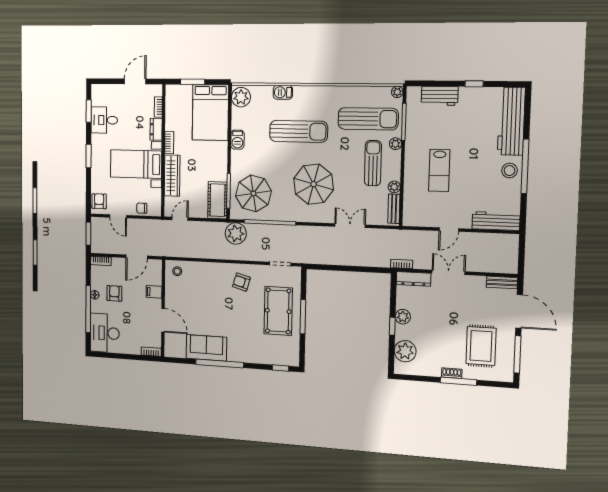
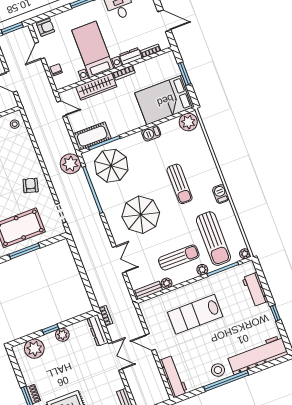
barbecue: (283, 92) -> (221, 194), moved
sun lounger: (299, 131) -> (180, 184), width x0.73, depth x0.75
lab bench: (439, 170) -> (195, 314), width x1.36, depth x1.39

